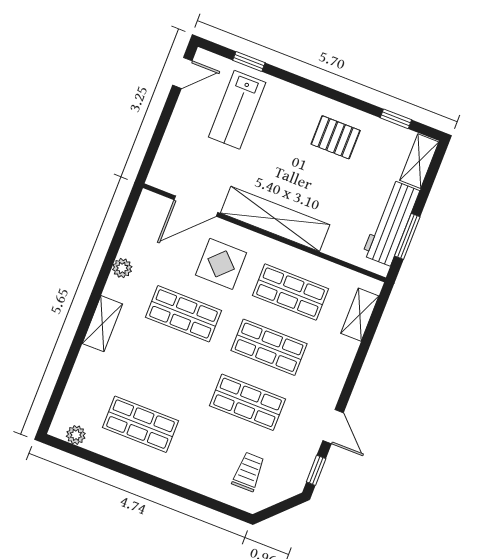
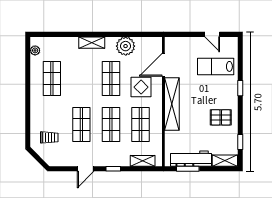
window: (249, 61) -> (240, 88), moved
door: (182, 73) -> (212, 34), moved
pallet: (336, 137) -> (221, 117), turned 90
door: (196, 206) -> (163, 65), hinge flipped
plant: (122, 268) -> (126, 46), width x1.87, depth x1.87
window: (316, 470) -> (113, 169), moved

